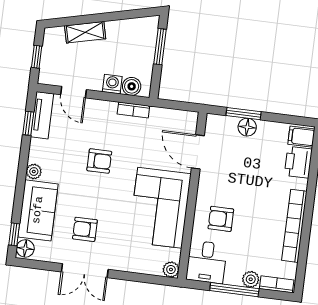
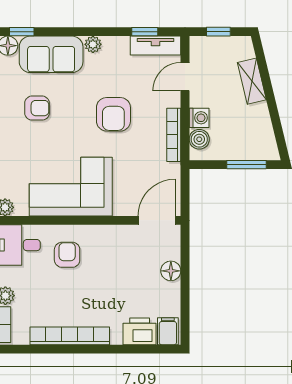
bookcase: (133, 110) -> (174, 135), width x1.56
window: (244, 114) -> (185, 265), removed
door: (198, 152) -> (157, 220), moved
armchair: (99, 161) -> (113, 114), width x1.38, depth x1.38
armchair: (85, 229) -> (37, 108), turned 90

